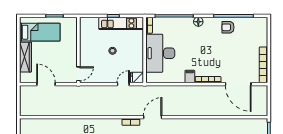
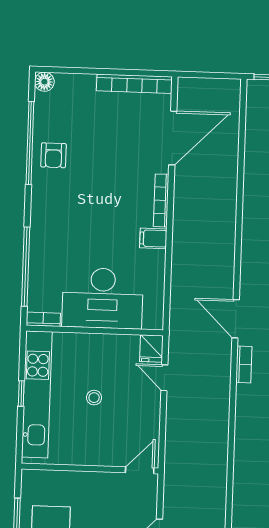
floor lamp: (198, 22) -> (44, 82), moved
kitchen unit: (121, 23) -> (37, 394), width x1.36
door: (78, 74) -> (140, 470), hinge flipped

